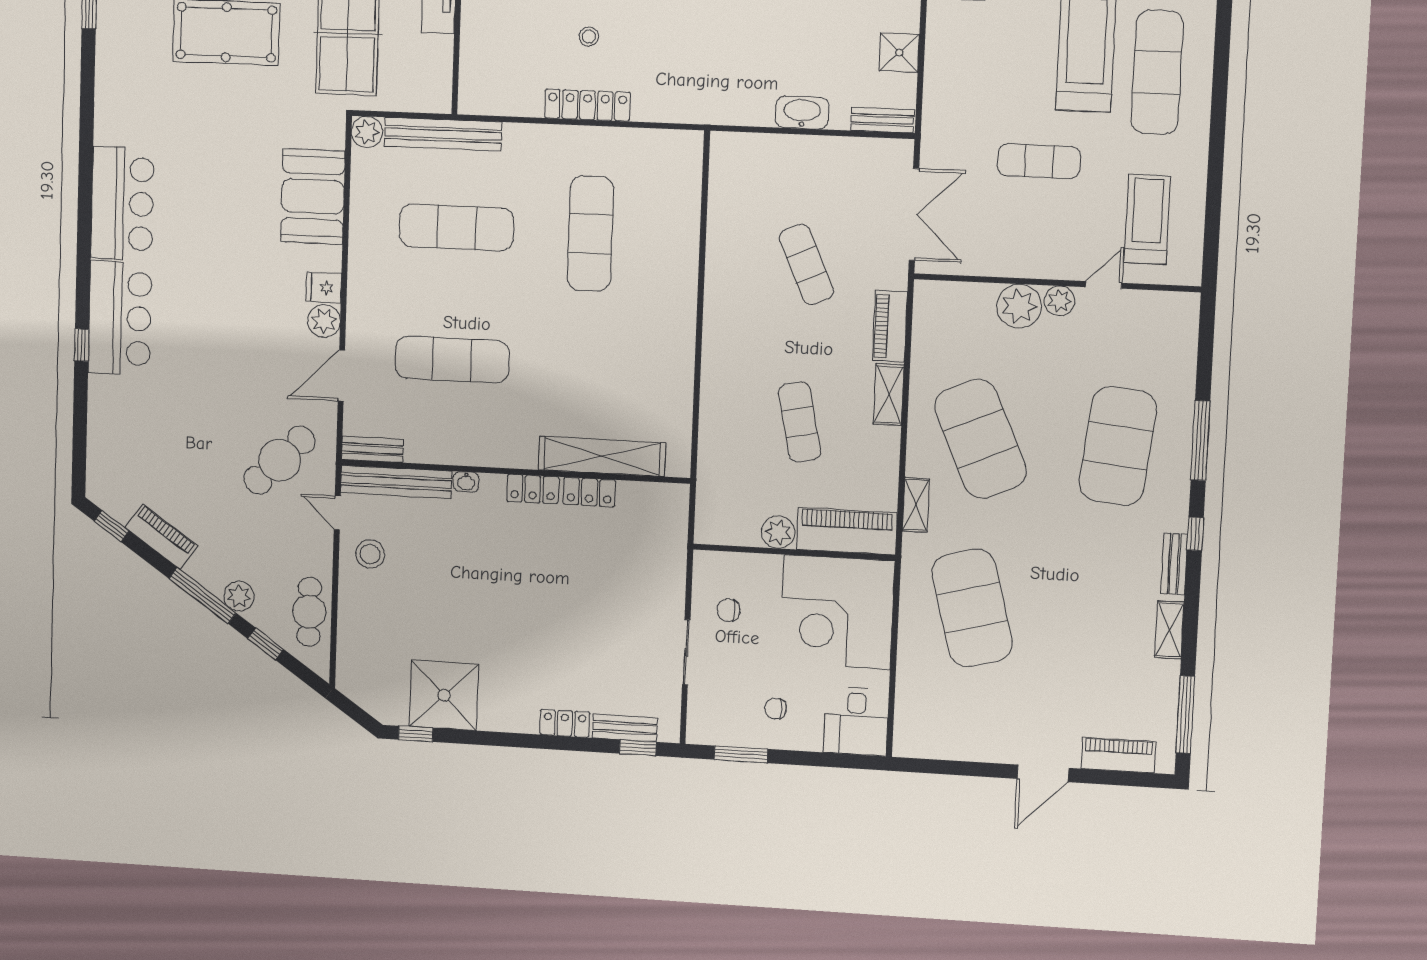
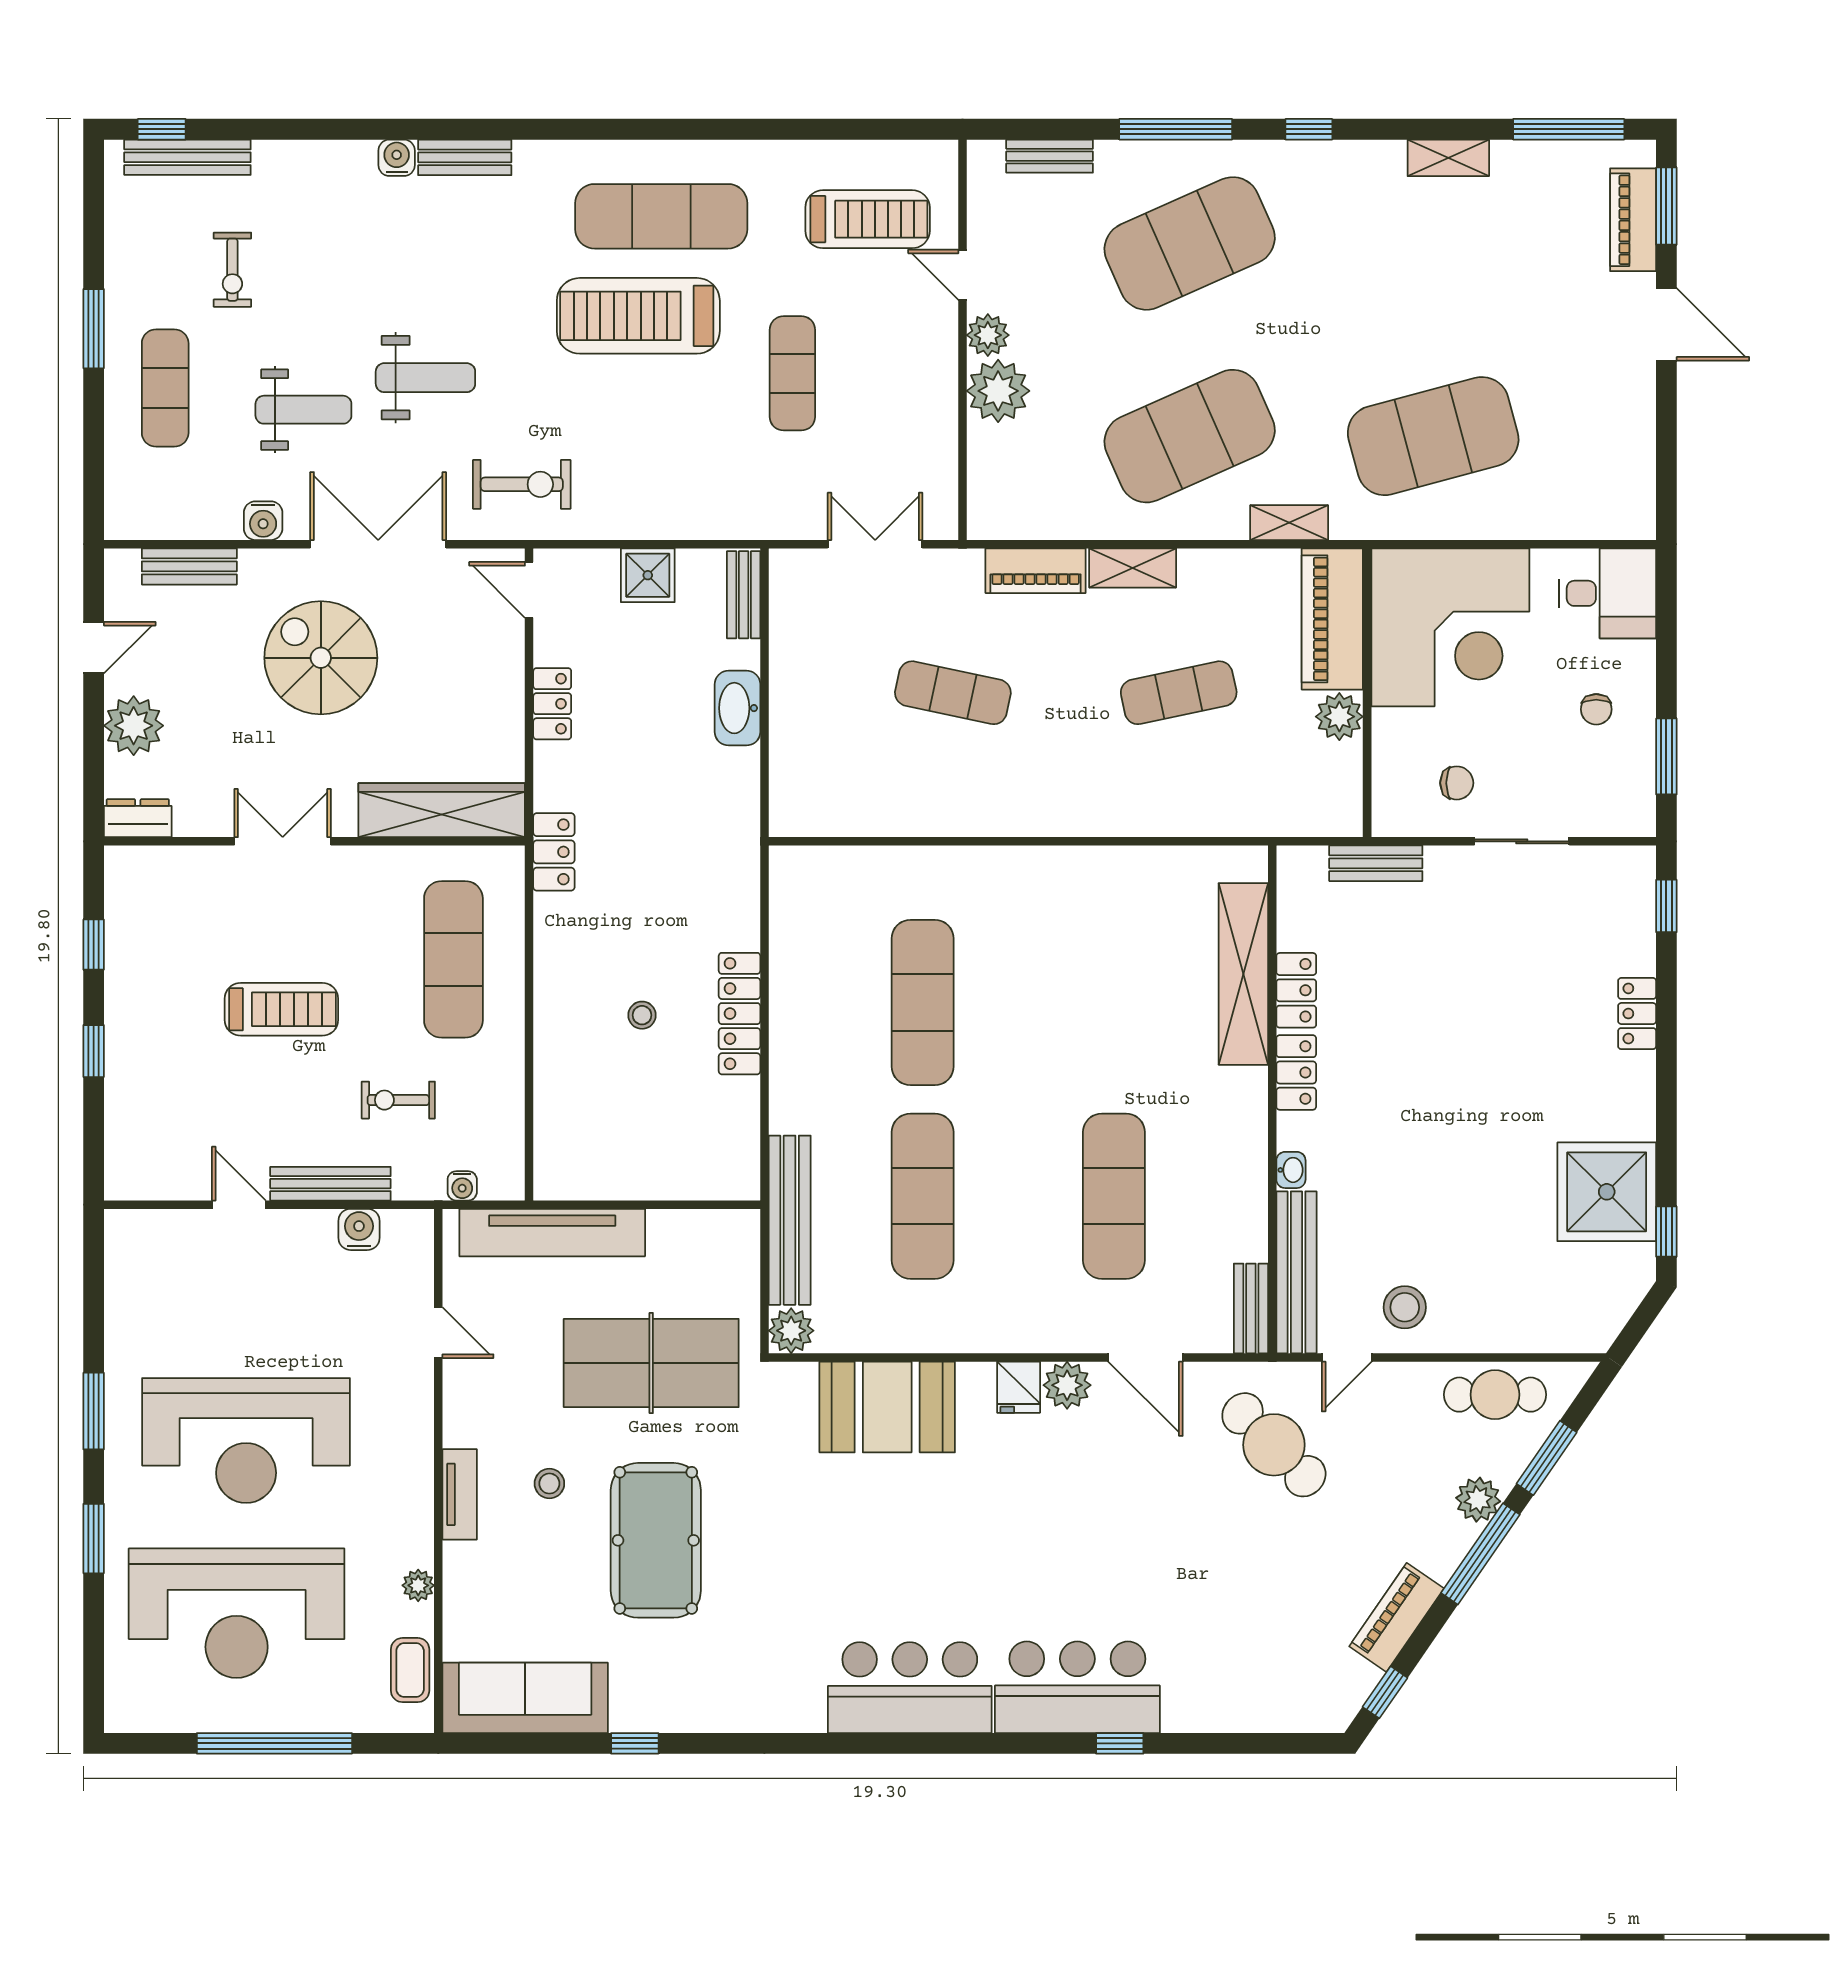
double door: (914, 215) -> (875, 544), width x0.73
treadmill: (1147, 219) -> (868, 219), turned 180
exercise mat: (590, 233) -> (923, 1003), turned 90
exercise mat: (806, 264) -> (953, 693), turned 36
exercise mat: (1118, 446) -> (1190, 243), turned -30
bench: (1174, 564) -> (1050, 156), moved
chair: (728, 610) -> (1457, 783), turned -90
window: (266, 644) -> (1547, 1458), width x1.50
bench: (625, 728) -> (1376, 863), moved, turned 90
window: (1127, 779) -> (1666, 206), added

